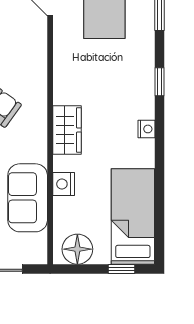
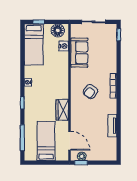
wardrobe: (67, 130) -> (62, 110), moved
nightstand: (64, 184) -> (64, 46), moved

